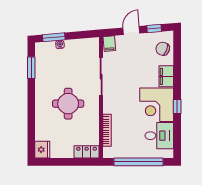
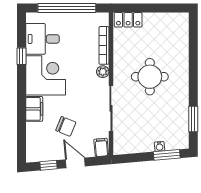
door: (131, 31) -> (75, 163), swing flipped
chair: (163, 49) -> (66, 126), moved
window: (177, 107) -> (21, 56), moved
plant: (108, 108) -> (103, 72), added
fridge: (42, 150) -> (180, 23), removed

